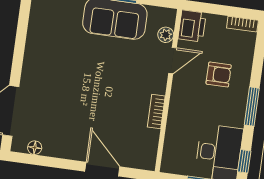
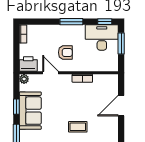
plant: (166, 35) -> (24, 79), moved
armchair: (219, 75) -> (65, 52), moved, turned 90
coffee table: (77, 93) -> (78, 127), added

